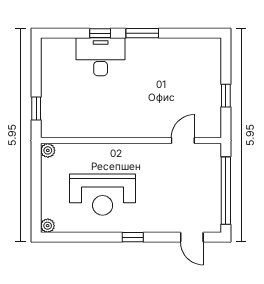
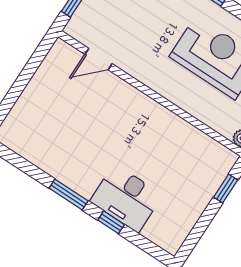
window: (226, 96) -> (26, 76), removed

